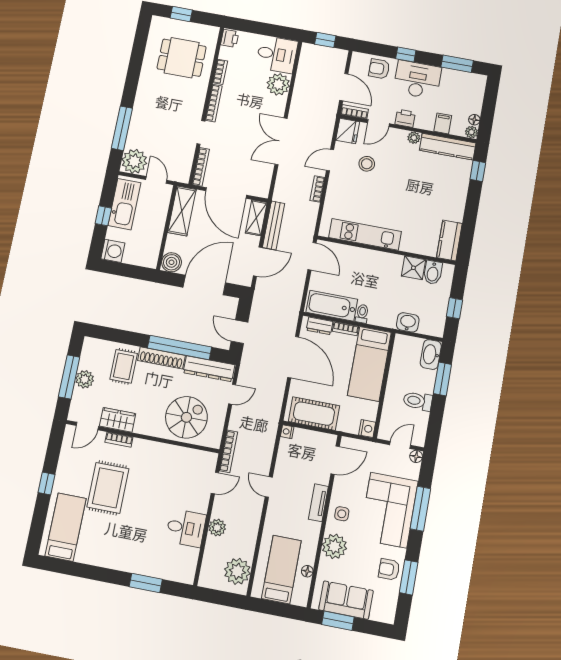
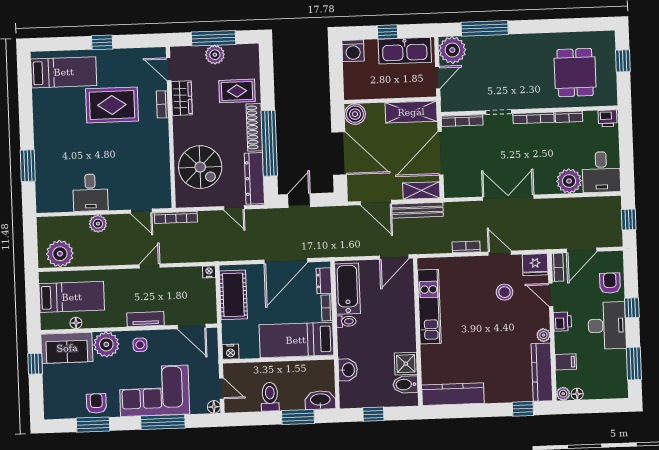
kitchen counter: (449, 241) -> (453, 394), width x1.50
sofa: (346, 600) -> (67, 348), moved, turned 90
window: (338, 621) -> (35, 364), width x0.67

